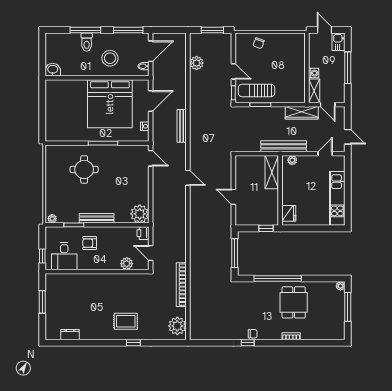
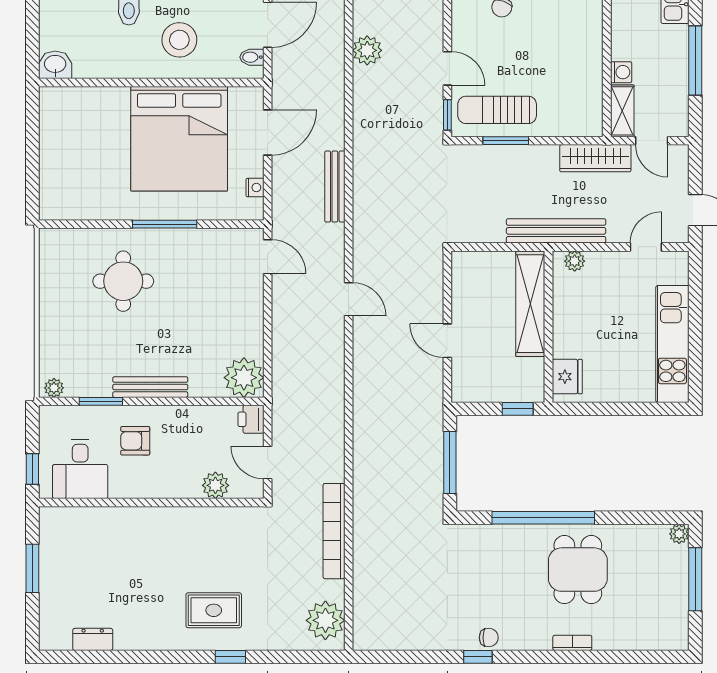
shelving: (272, 172) -> (530, 304), width x1.47

